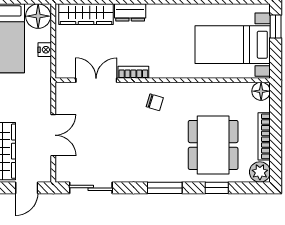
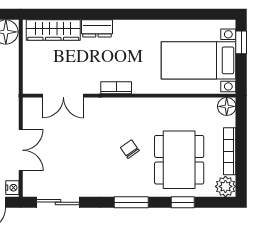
nightstand: (45, 50) -> (12, 188), moved
bookcase: (133, 72) -> (116, 88), moved
double door: (96, 80) -> (63, 96), swing flipped
chair: (155, 102) -> (130, 149), moved, turned -142

